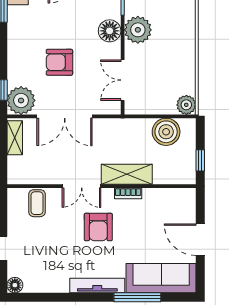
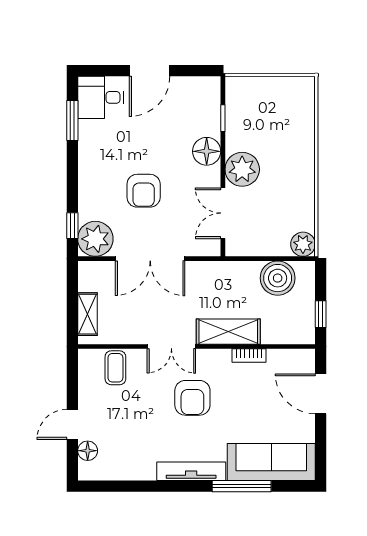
plant: (138, 30) -> (242, 169), moved
armchair: (59, 62) -> (144, 191), turned -90
shelving: (15, 138) -> (87, 314), moved
bookcase: (128, 193) -> (249, 356), moved
door: (200, 240) -> (321, 394), moved
floor lamp: (15, 285) -> (88, 451), moved

